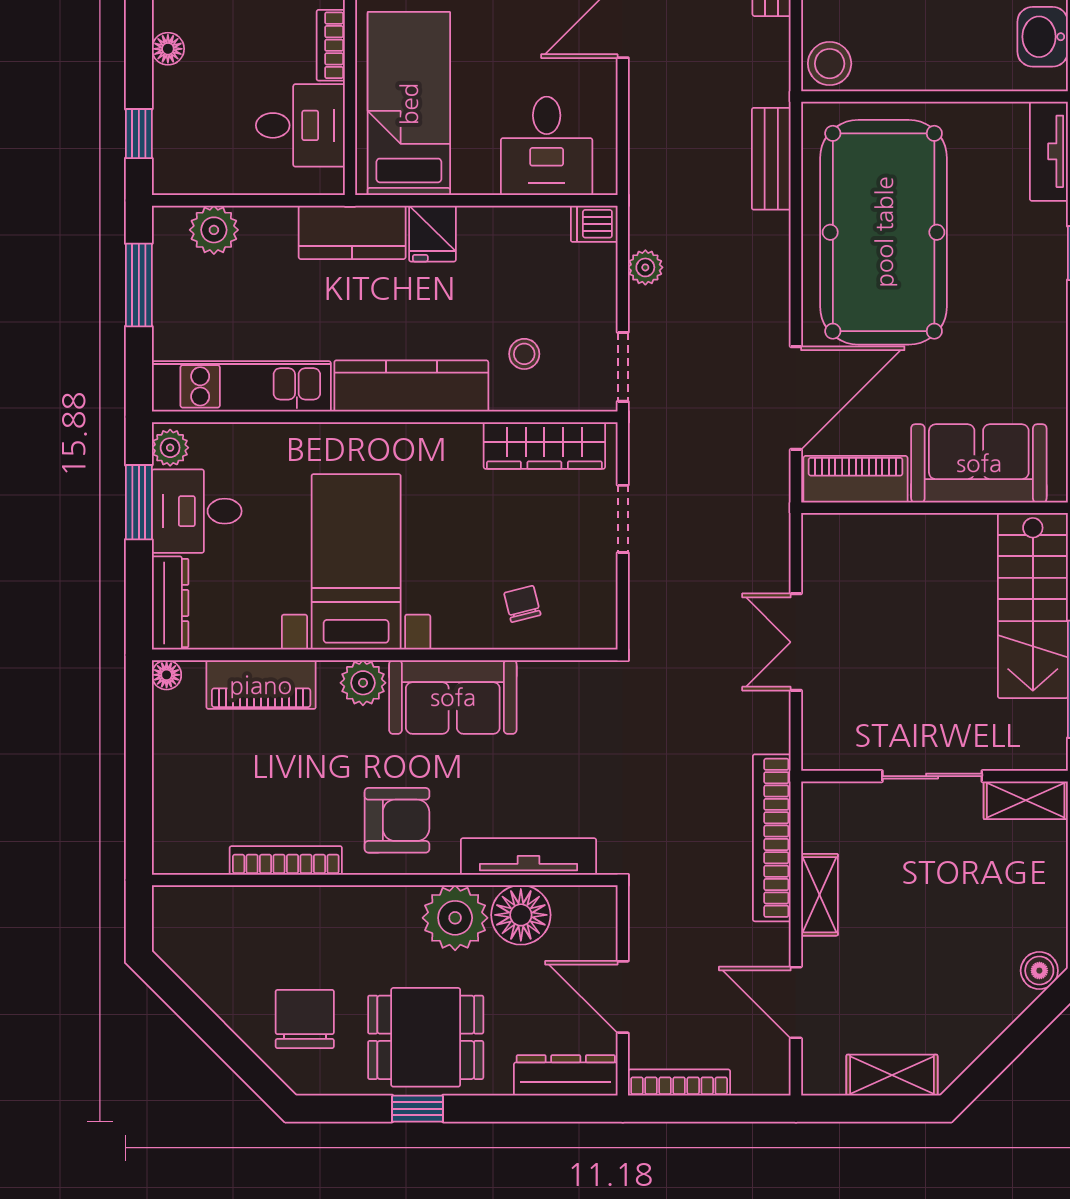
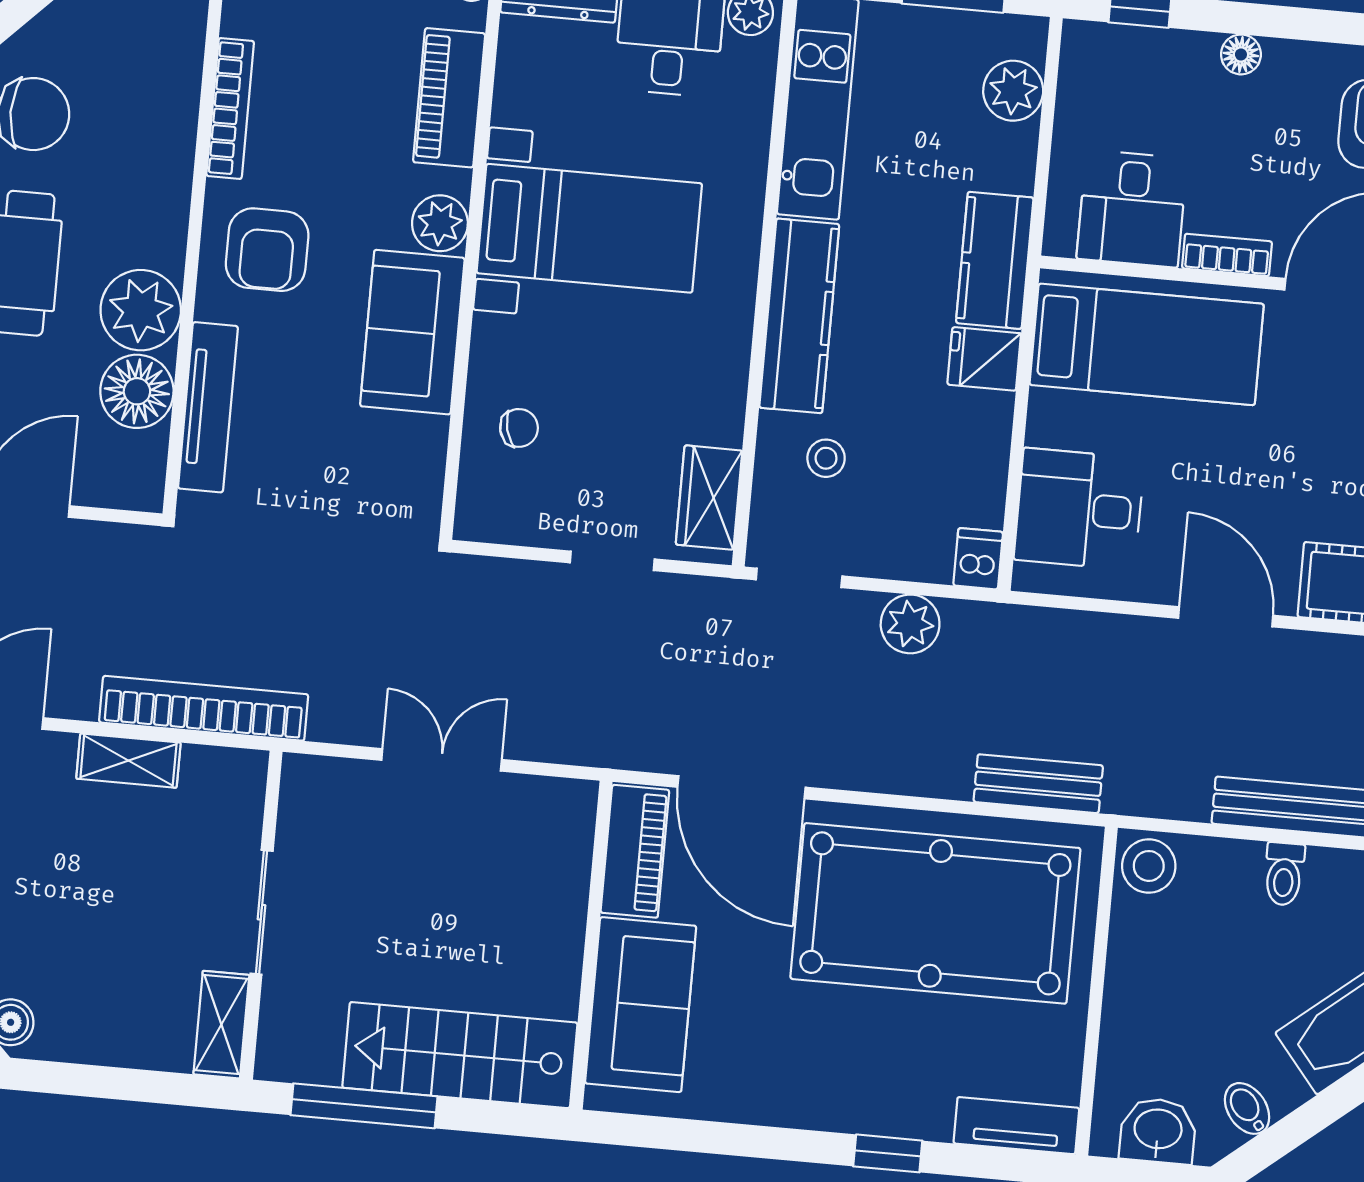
plant: (645, 267) -> (910, 624), width x1.38, depth x1.38
wardrobe: (544, 445) -> (709, 498), width x0.67

